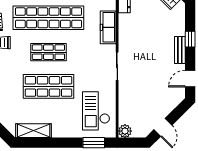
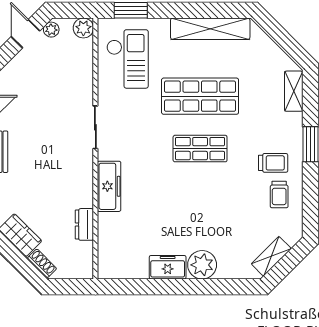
shop shelf: (48, 18) -> (200, 201), removed
plant: (146, 130) -> (51, 30), added
shelving: (34, 131) -> (210, 29), width x1.47

